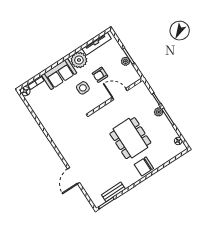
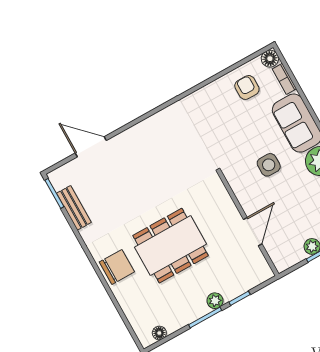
armchair: (100, 75) -> (247, 87), moved
chair: (144, 166) -> (117, 267), turned 90
door: (74, 176) -> (91, 147), moved

